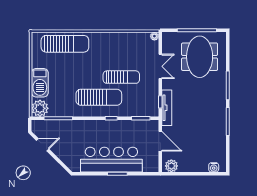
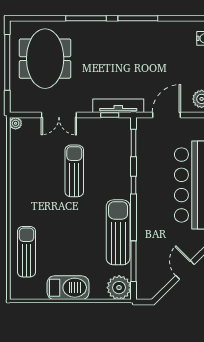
sun lounger: (65, 44) -> (26, 252), width x0.73, depth x0.75
meeting table: (200, 57) -> (45, 59), turned 90
double door: (160, 66) -> (59, 115), swing flipped
barbecue: (40, 83) -> (68, 288), moved
sun lounger: (99, 97) -> (118, 232), moved
door: (43, 145) -> (185, 270), moved

